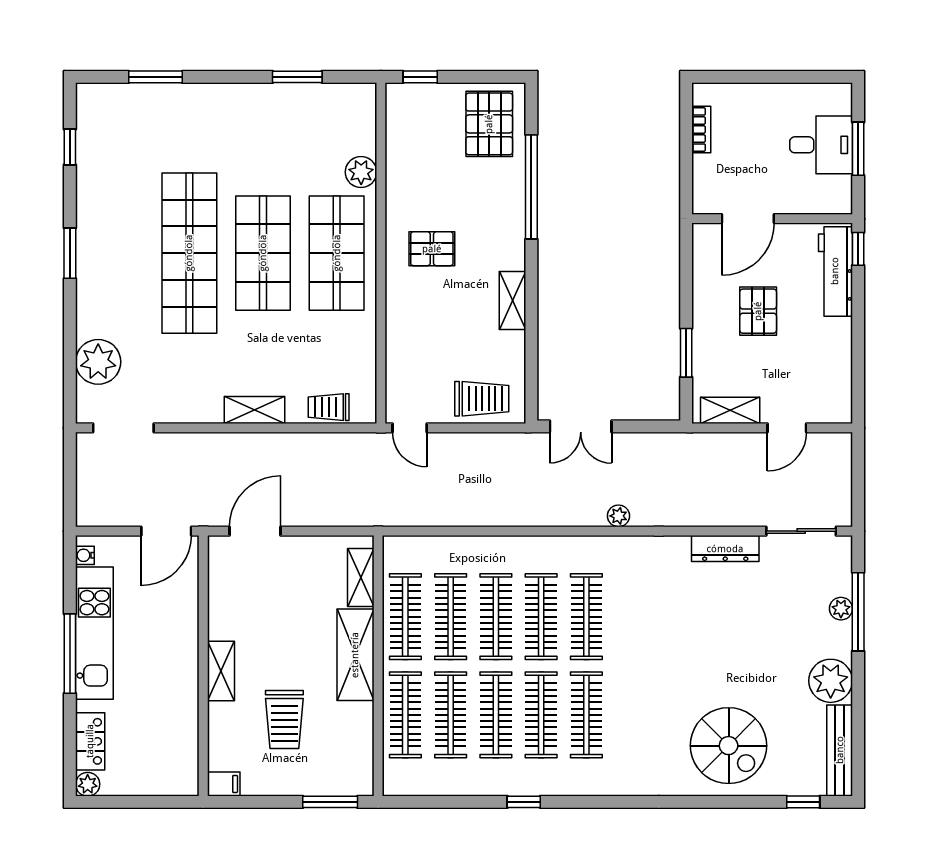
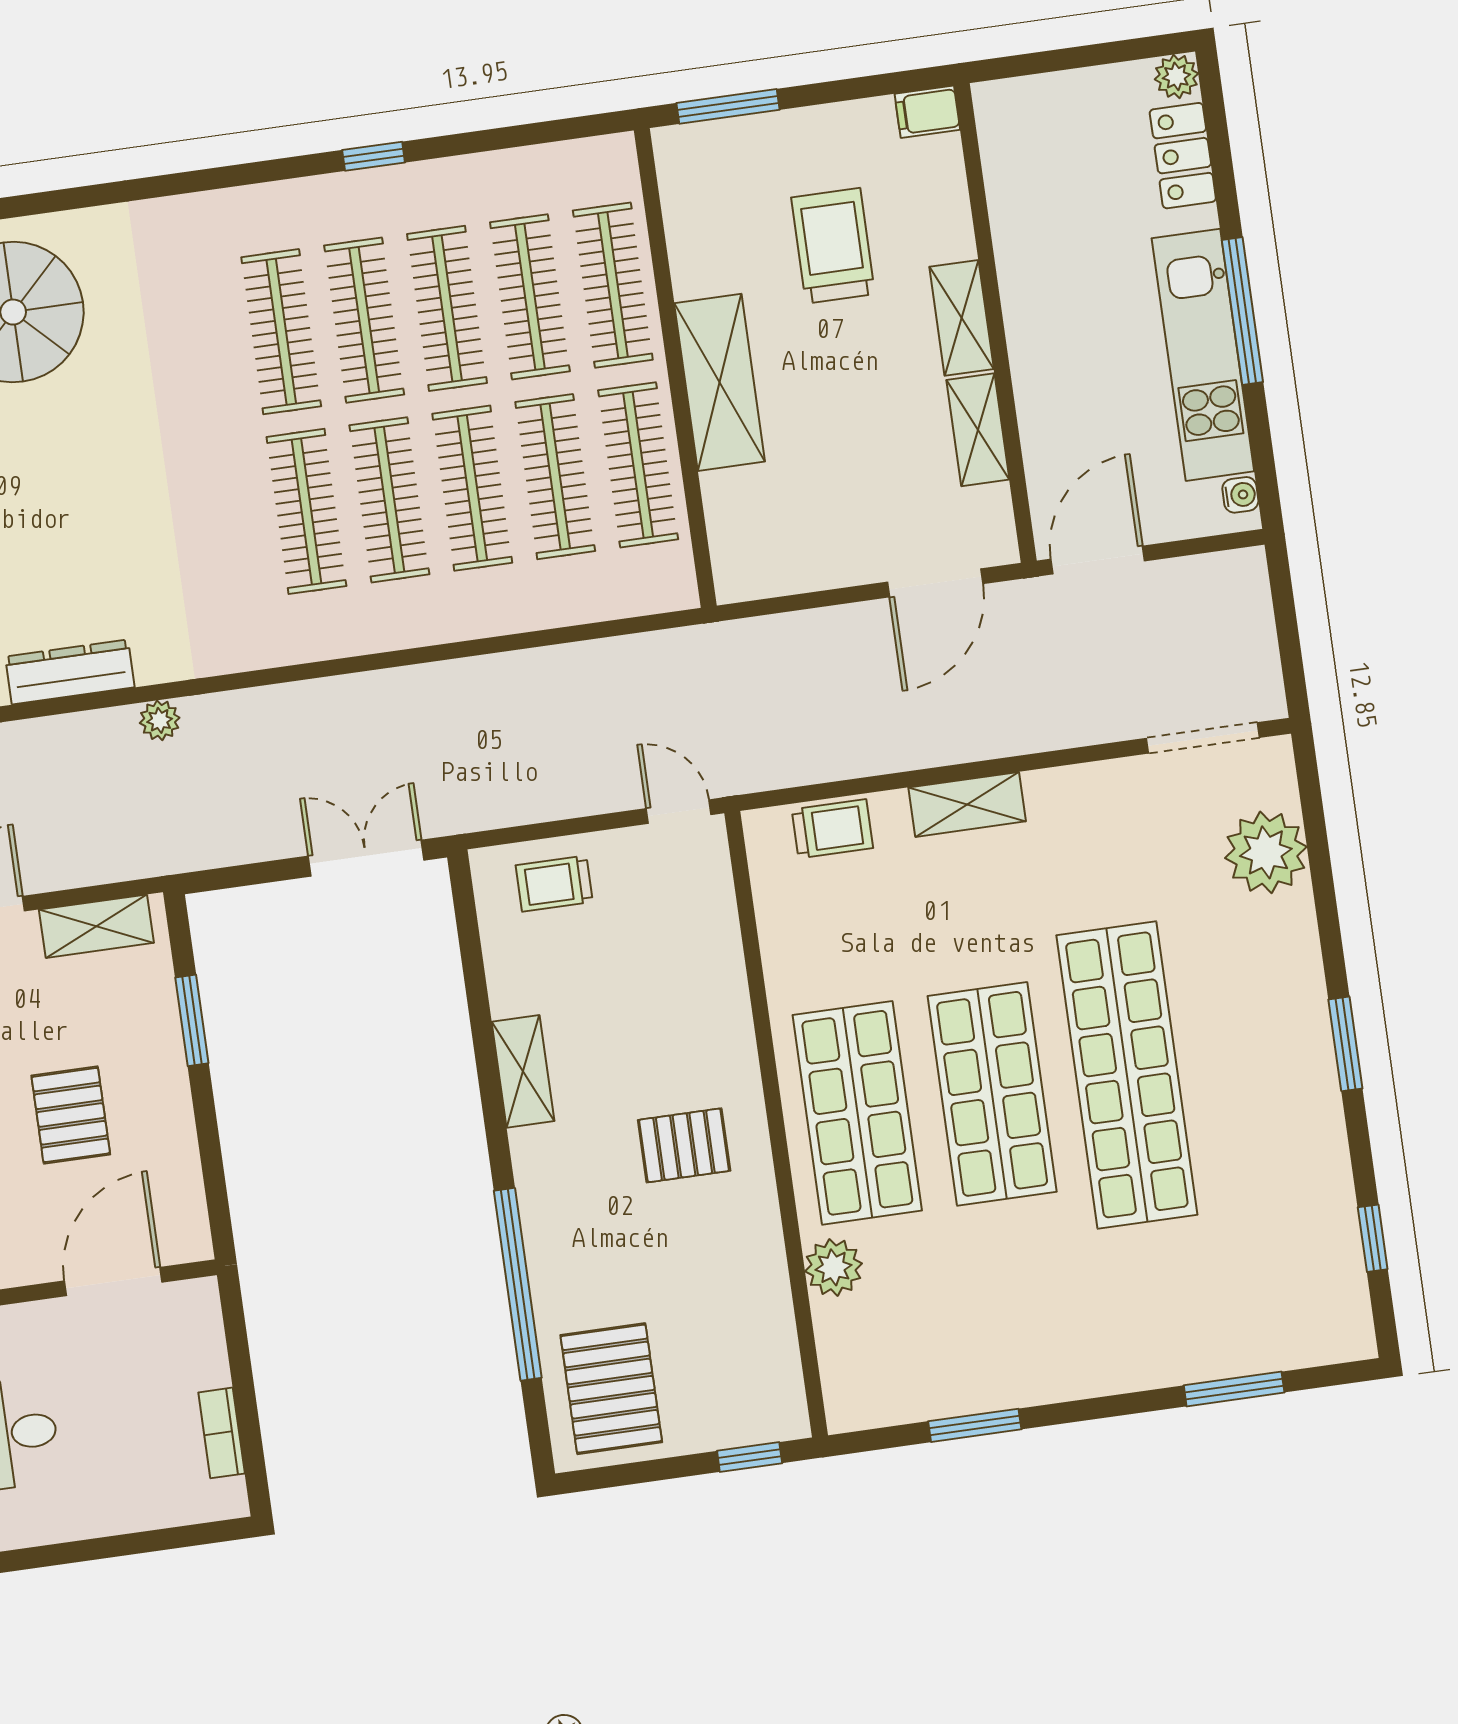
trolley: (482, 399) -> (554, 884), width x0.73, depth x0.72
plant: (618, 516) -> (160, 720), moved
shelving: (361, 577) -> (978, 430), moved

